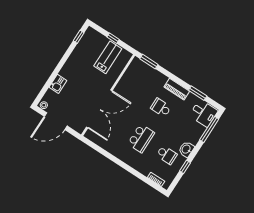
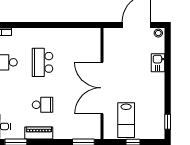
double door: (99, 109) -> (102, 88), moved

